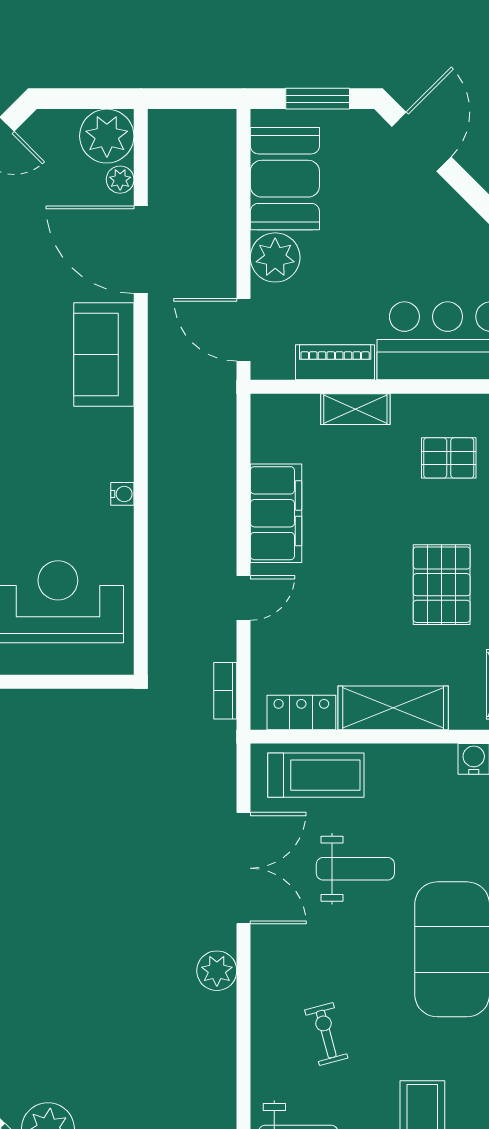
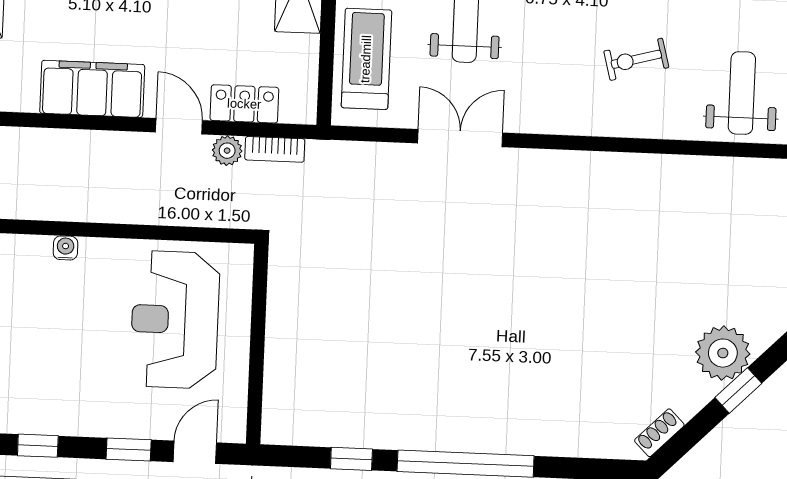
locker: (301, 712) -> (244, 104), moved, turned 90
double door: (244, 868) -> (460, 138), width x0.73
plant: (217, 971) -> (227, 151), moved, width x0.73, depth x0.73

